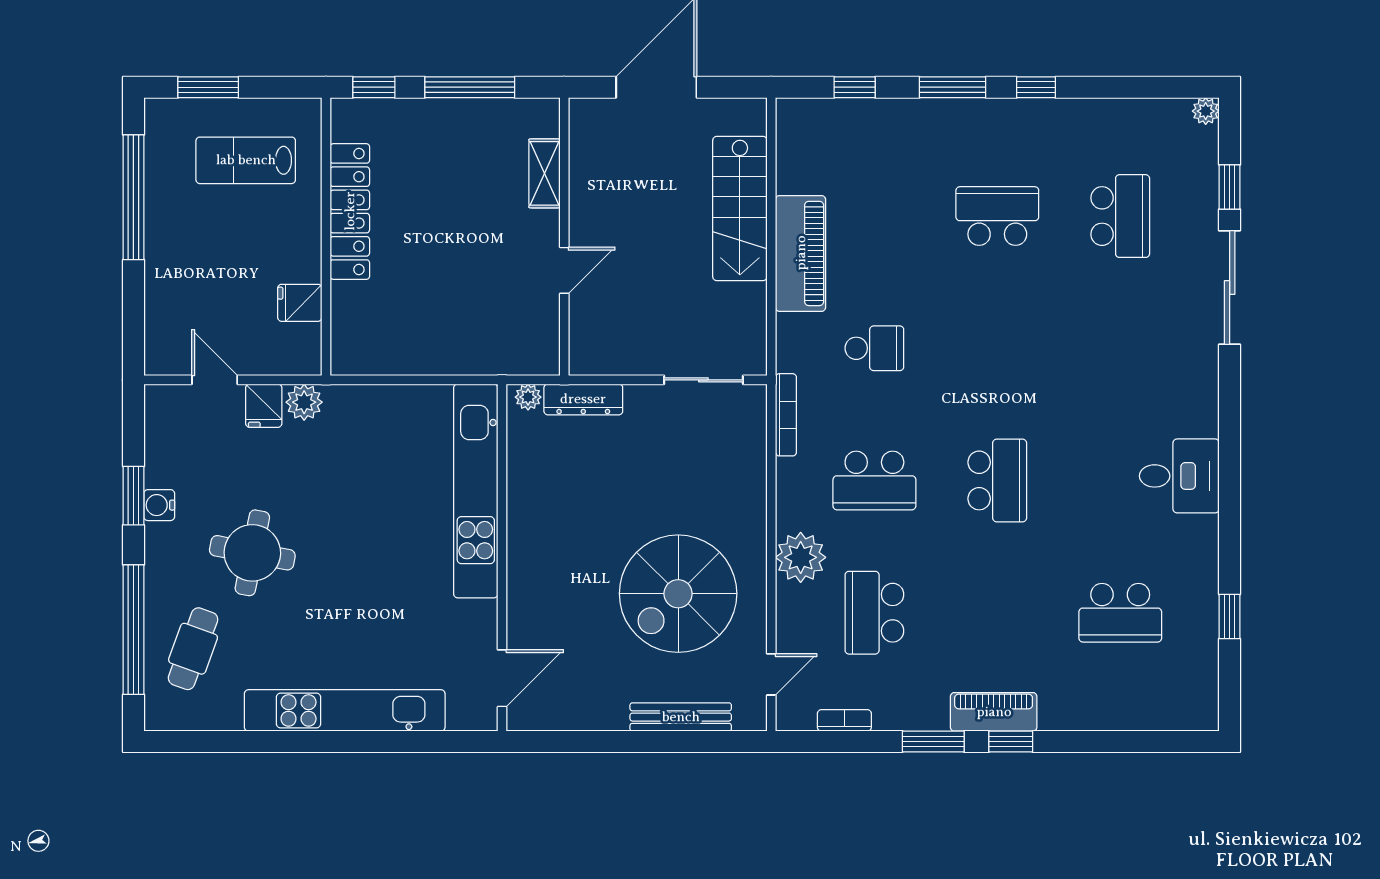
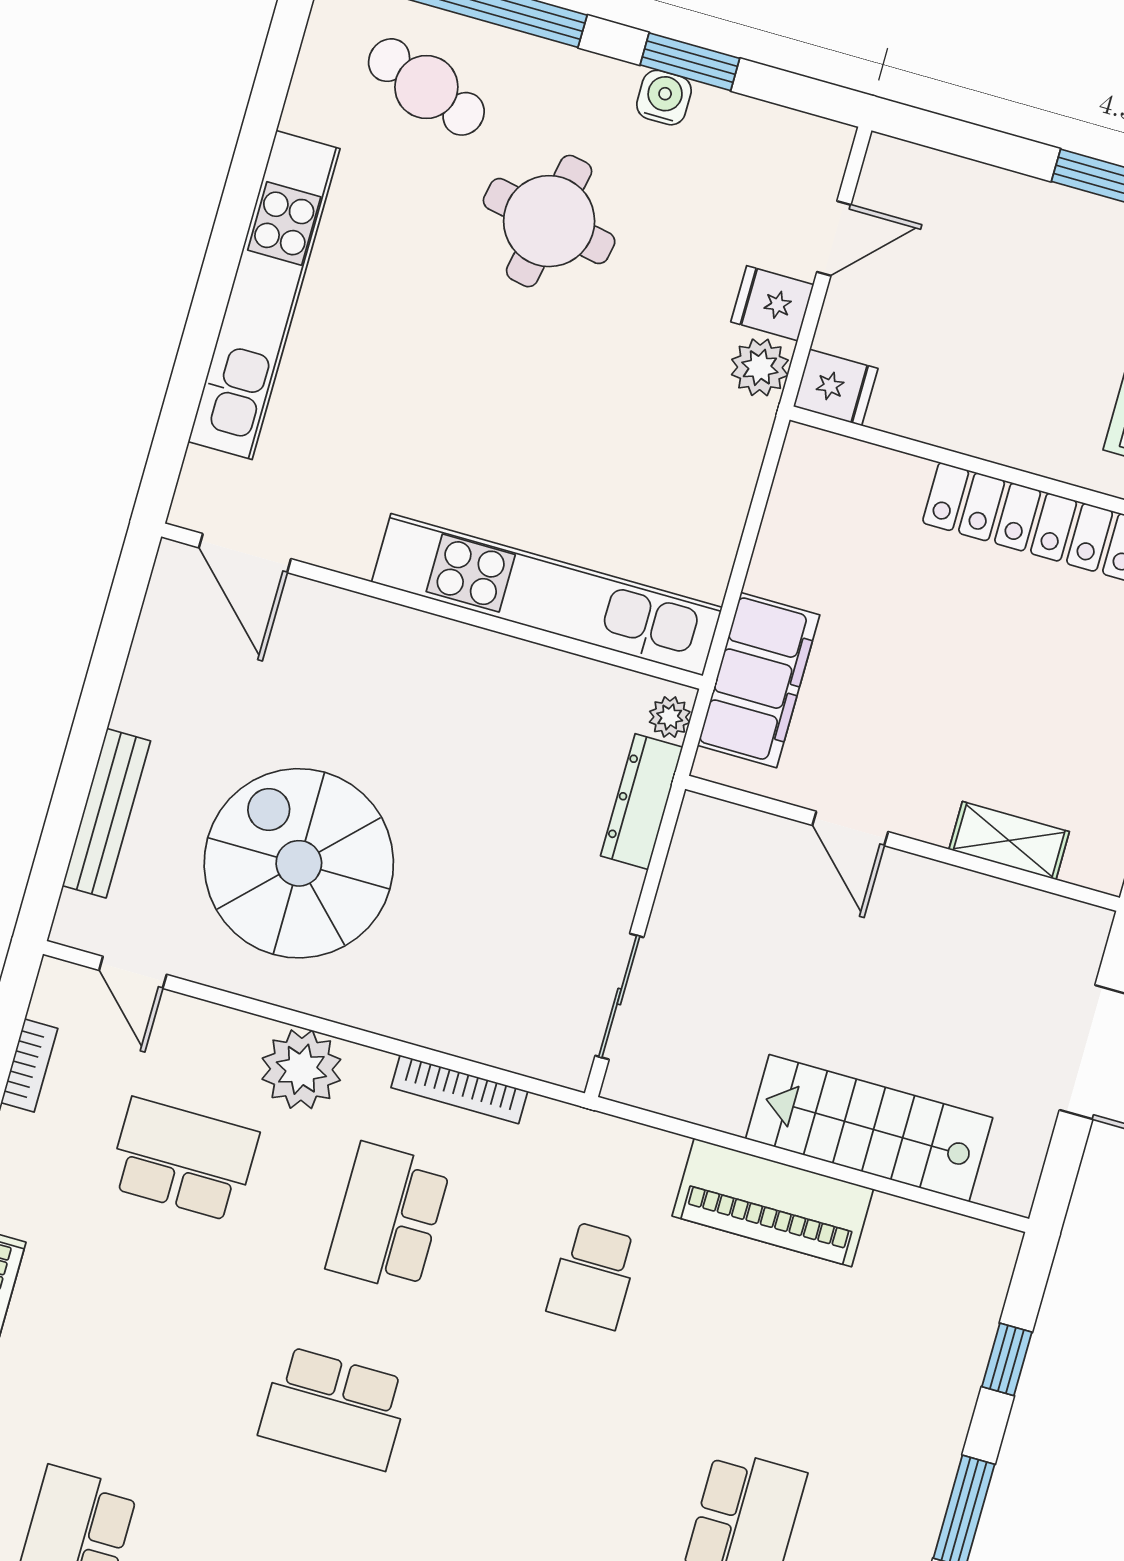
fridge: (300, 303) -> (836, 387), moved, turned 90
filing cabinet: (491, 350) -> (759, 680), added
bookcase: (786, 415) -> (459, 1089), moved

